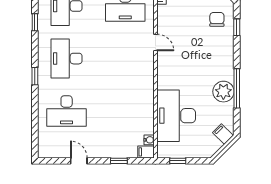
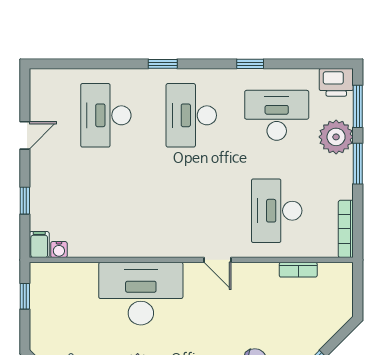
door: (155, 42) -> (217, 260), hinge flipped
desk: (67, 59) -> (191, 115), turned -90
desk: (176, 116) -> (141, 294), moved

